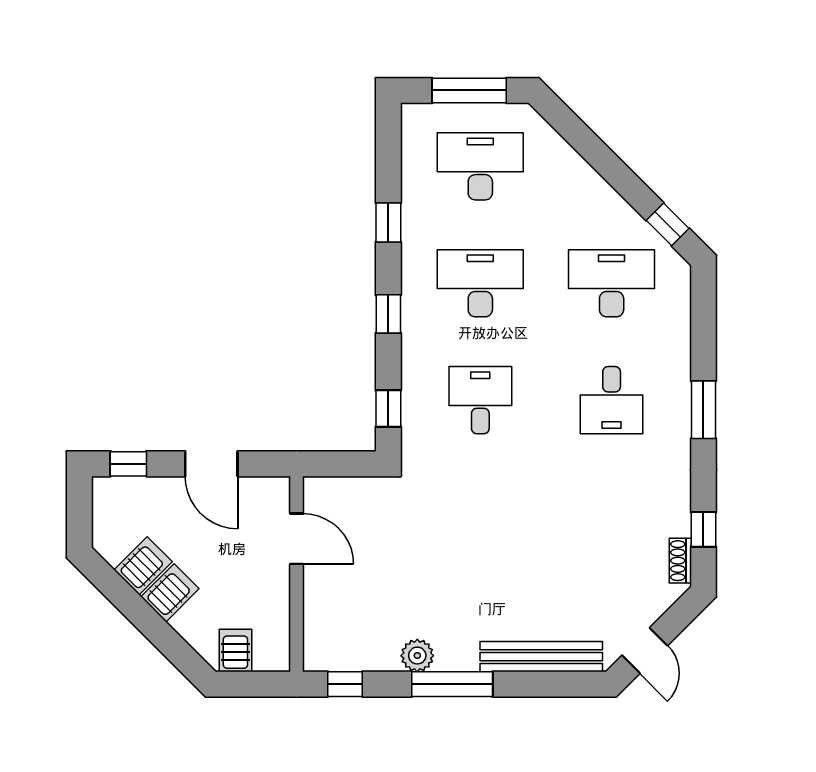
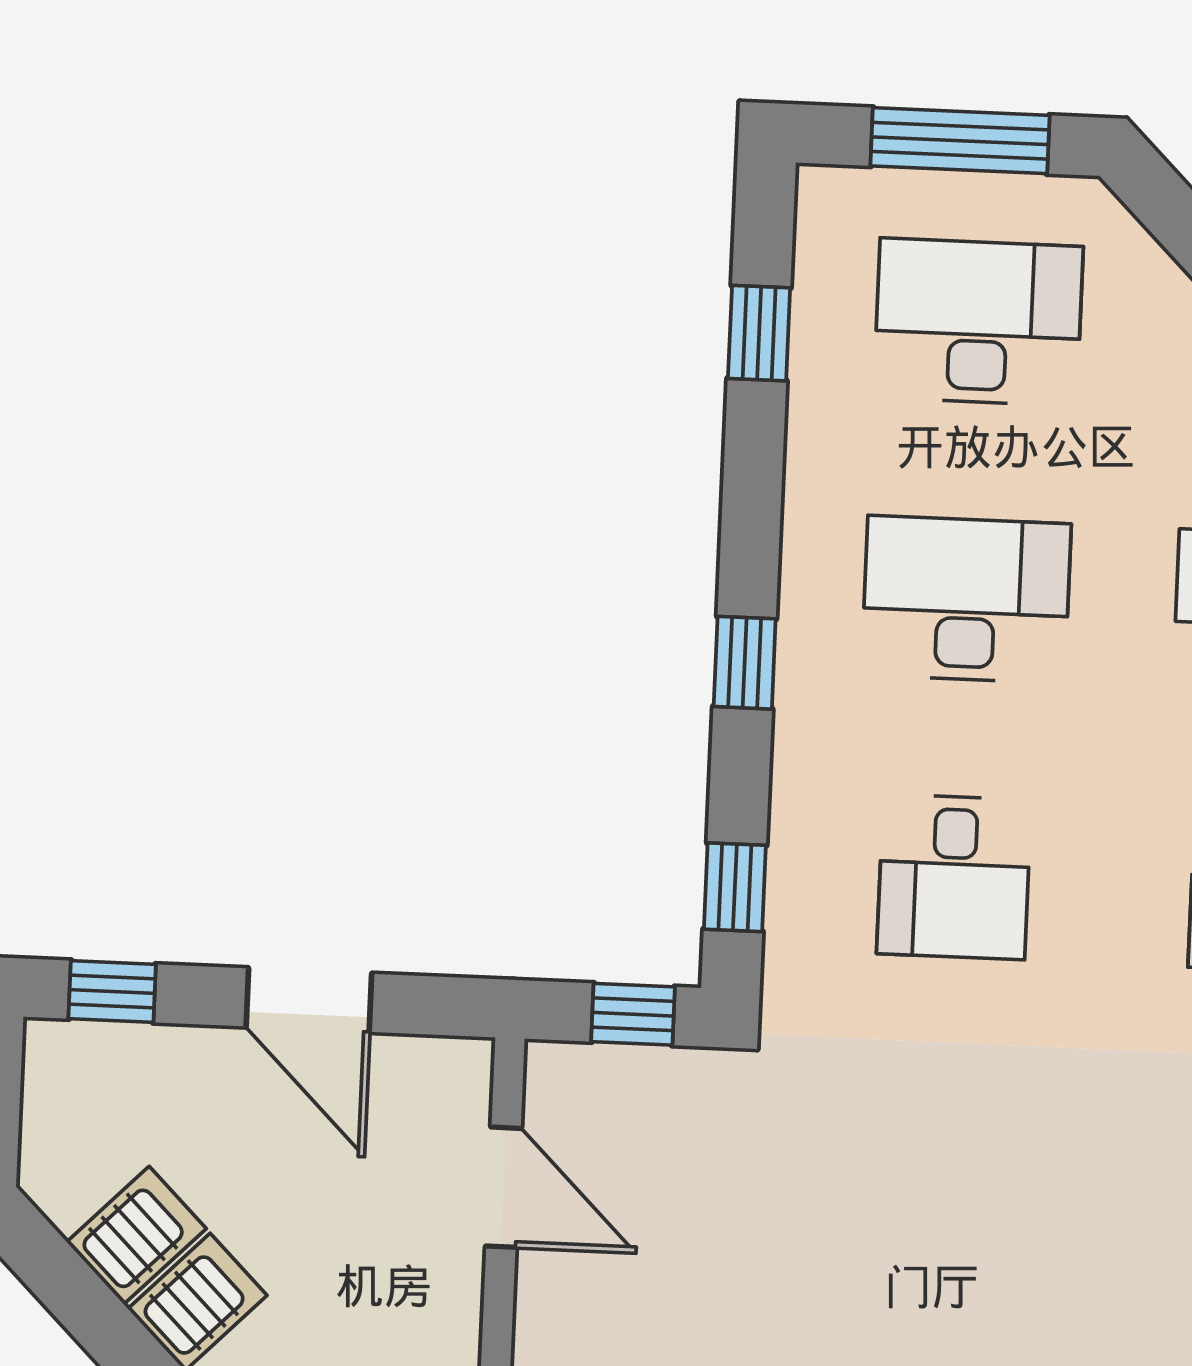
window: (388, 222) -> (759, 333), moved
desk: (480, 400) -> (954, 877), turned 180
window: (348, 464) -> (633, 1014), added

